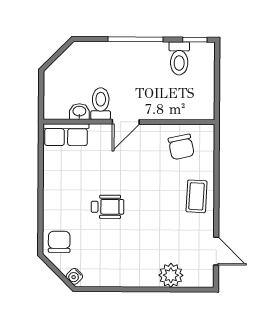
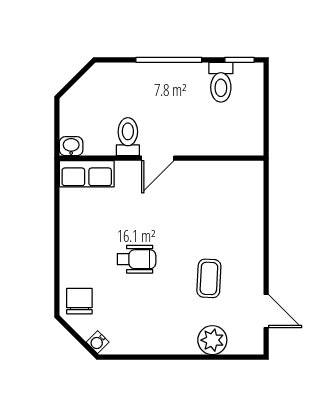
washbasin: (79, 112) -> (71, 146), moved
chair: (181, 147) -> (224, 188), removed
coffee table: (197, 196) -> (209, 278), moved

